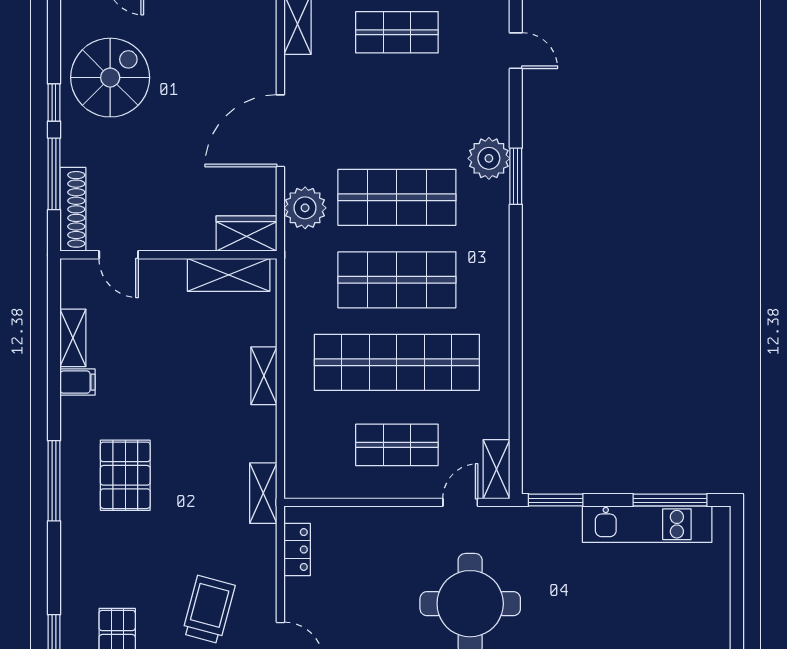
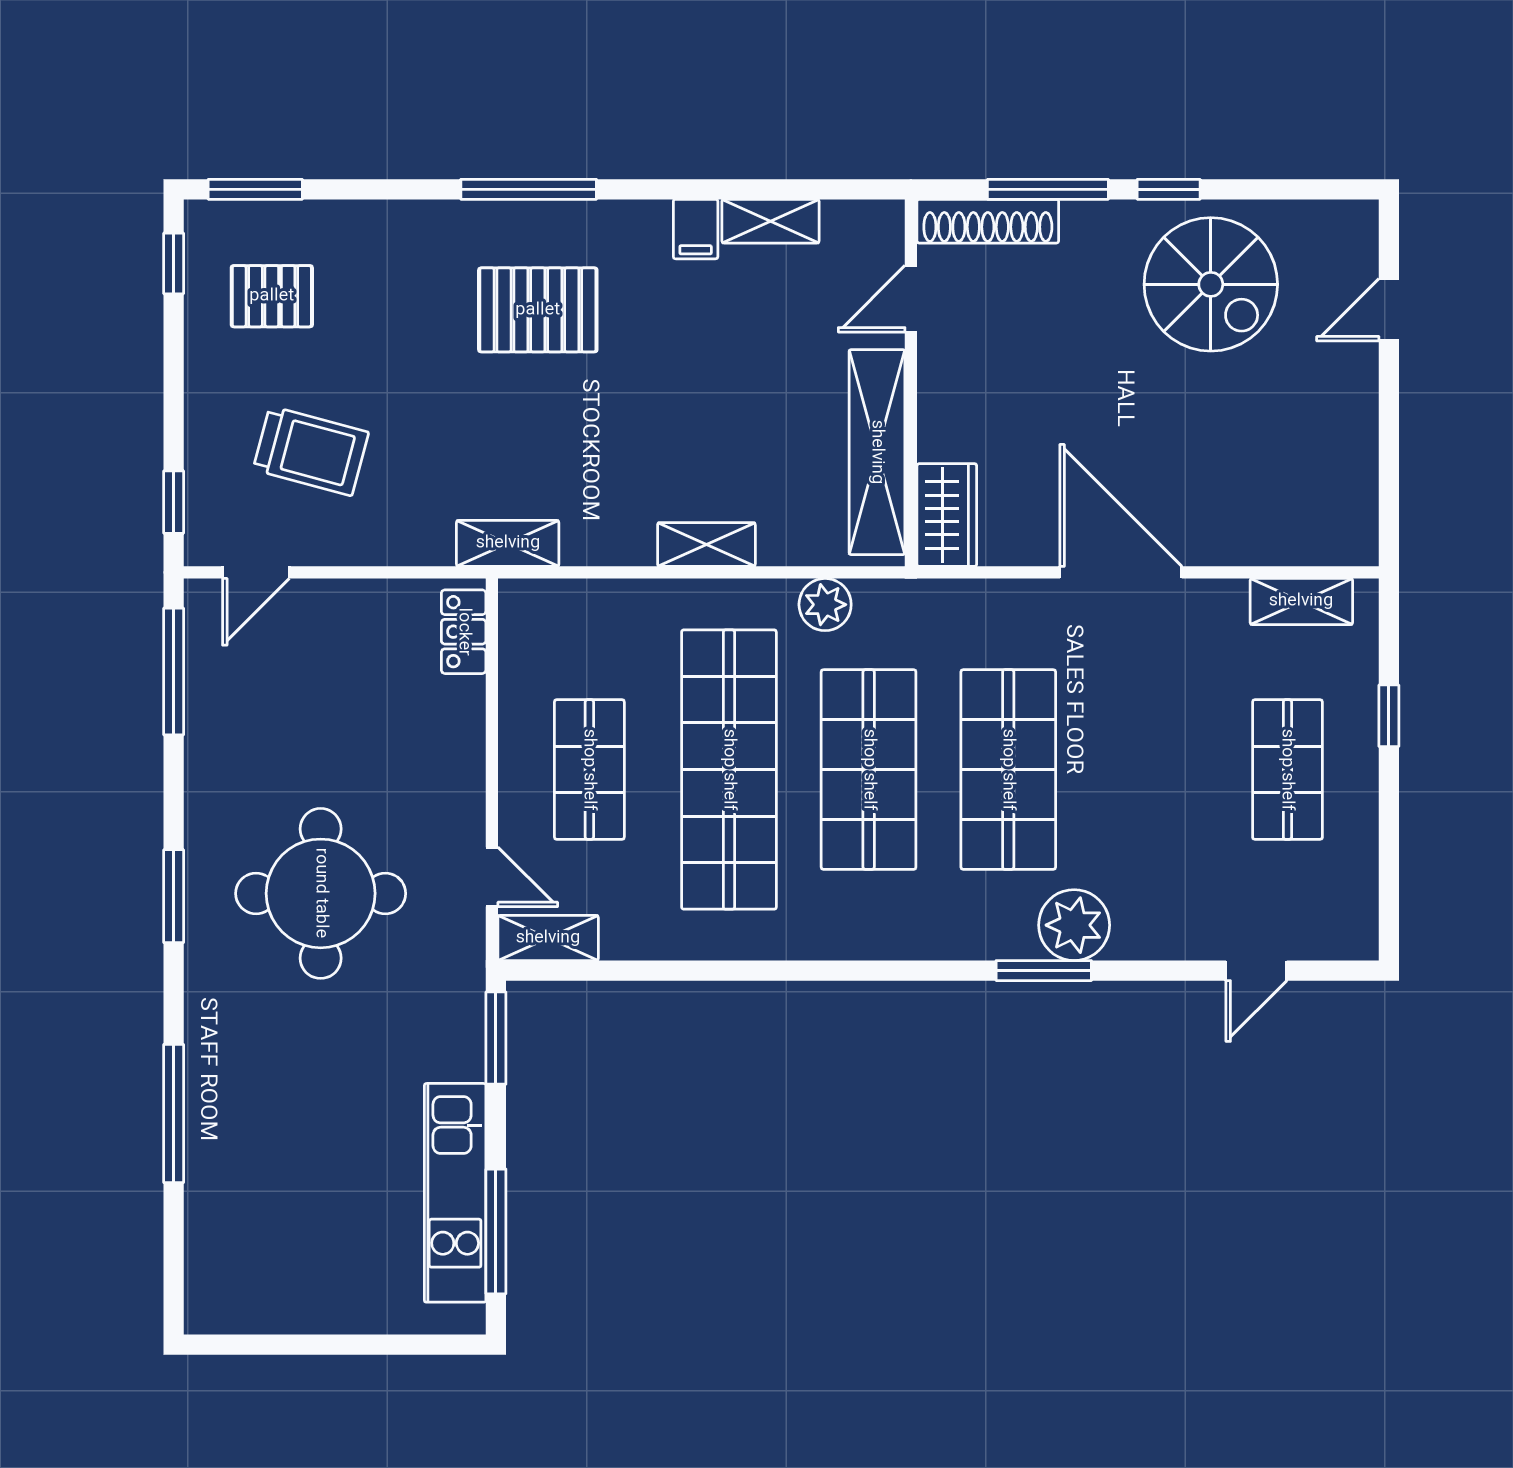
plant: (305, 208) -> (825, 605), moved, width x0.73, depth x0.73
shelving: (229, 275) -> (877, 452), width x1.47
locker: (297, 549) -> (464, 632), moved, turned 90

